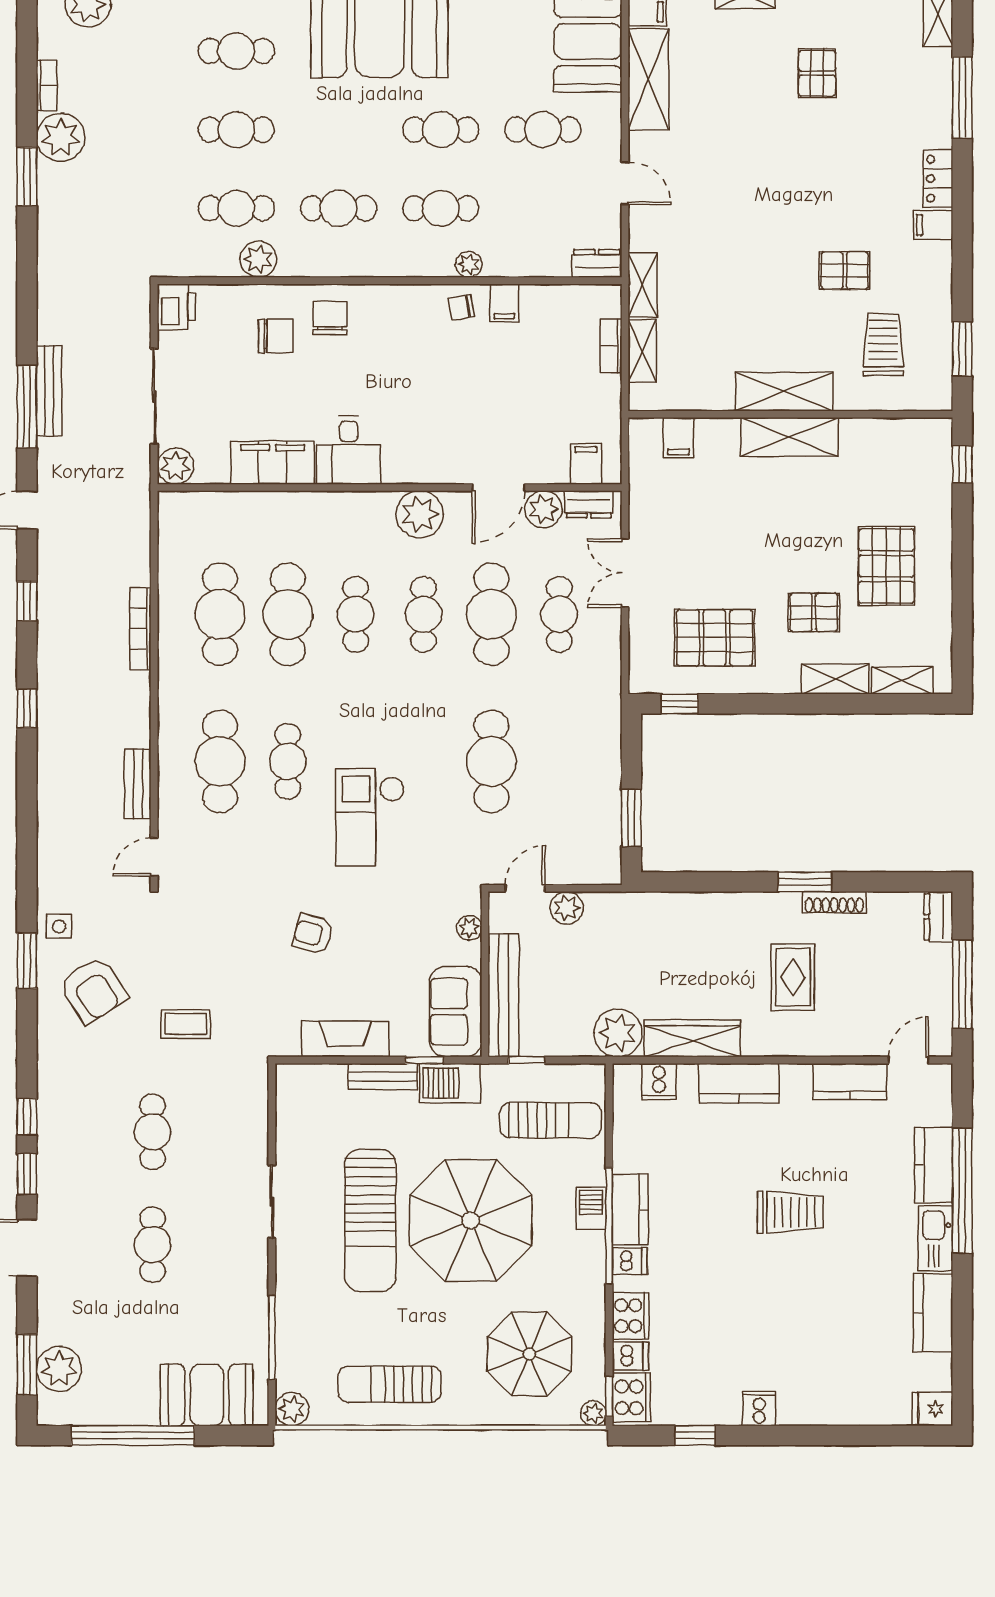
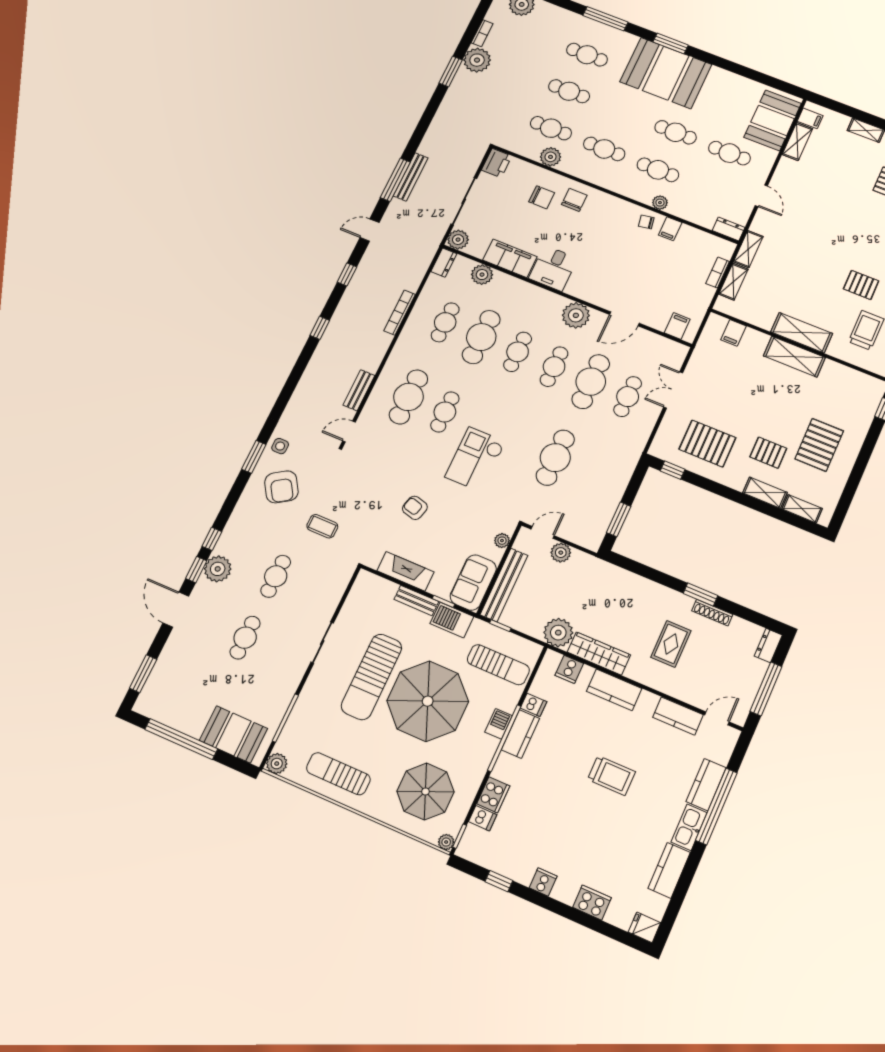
shelving: (648, 79) -> (797, 142), width x0.67, depth x0.75
dresser: (589, 504) -> (444, 263), moved, turned -90
plant: (543, 509) -> (482, 275), moved
cafe table: (220, 614) -> (445, 322), width x0.73, depth x0.74
dishwasher: (630, 1261) -> (533, 705), moved
plant: (59, 1369) -> (218, 569), moved
cooker: (631, 1397) -> (592, 903), moved, turned -90

